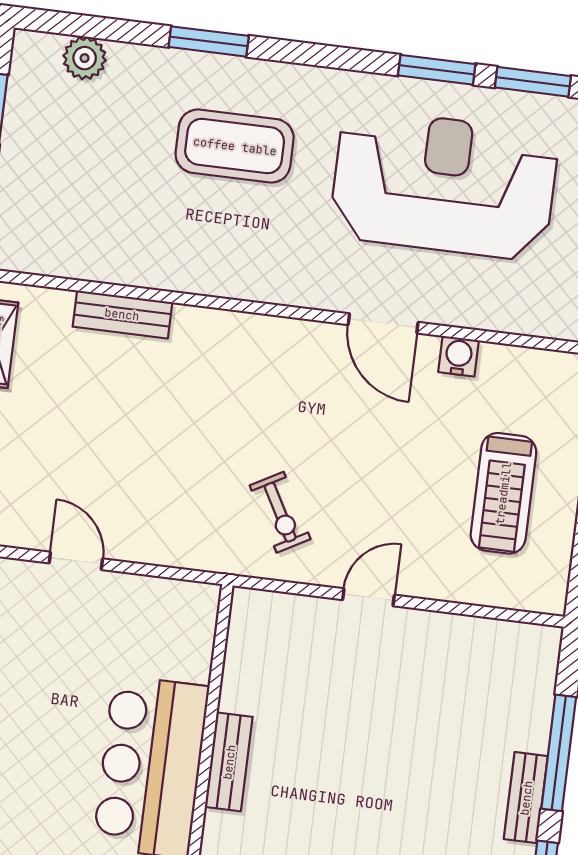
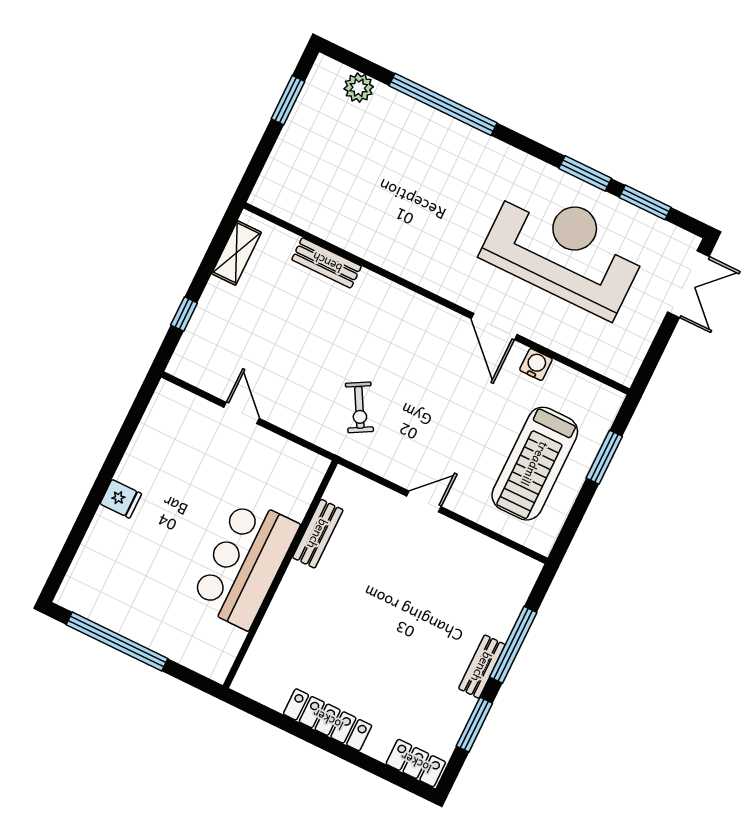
window: (209, 41) -> (443, 104), width x2.11
coffee table: (235, 146) -> (437, 178), removed
treadmill: (503, 493) -> (535, 464), width x1.37, depth x1.38
exercise bike: (280, 512) -> (359, 407), moved
bench: (229, 762) -> (318, 534), moved

